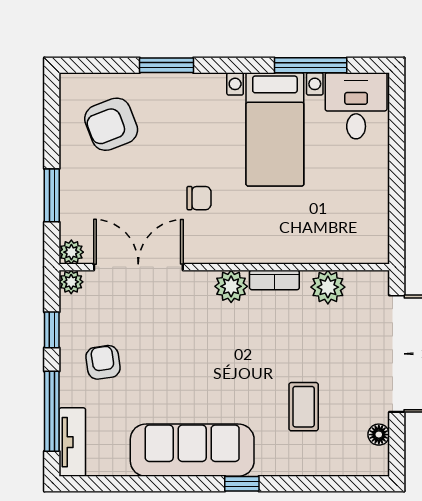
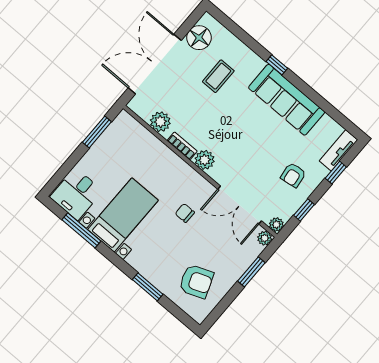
window: (397, 206) -> (97, 132), added
window: (52, 411) -> (336, 173), width x0.46
floor lamp: (379, 435) -> (199, 38), width x1.89, depth x1.89

